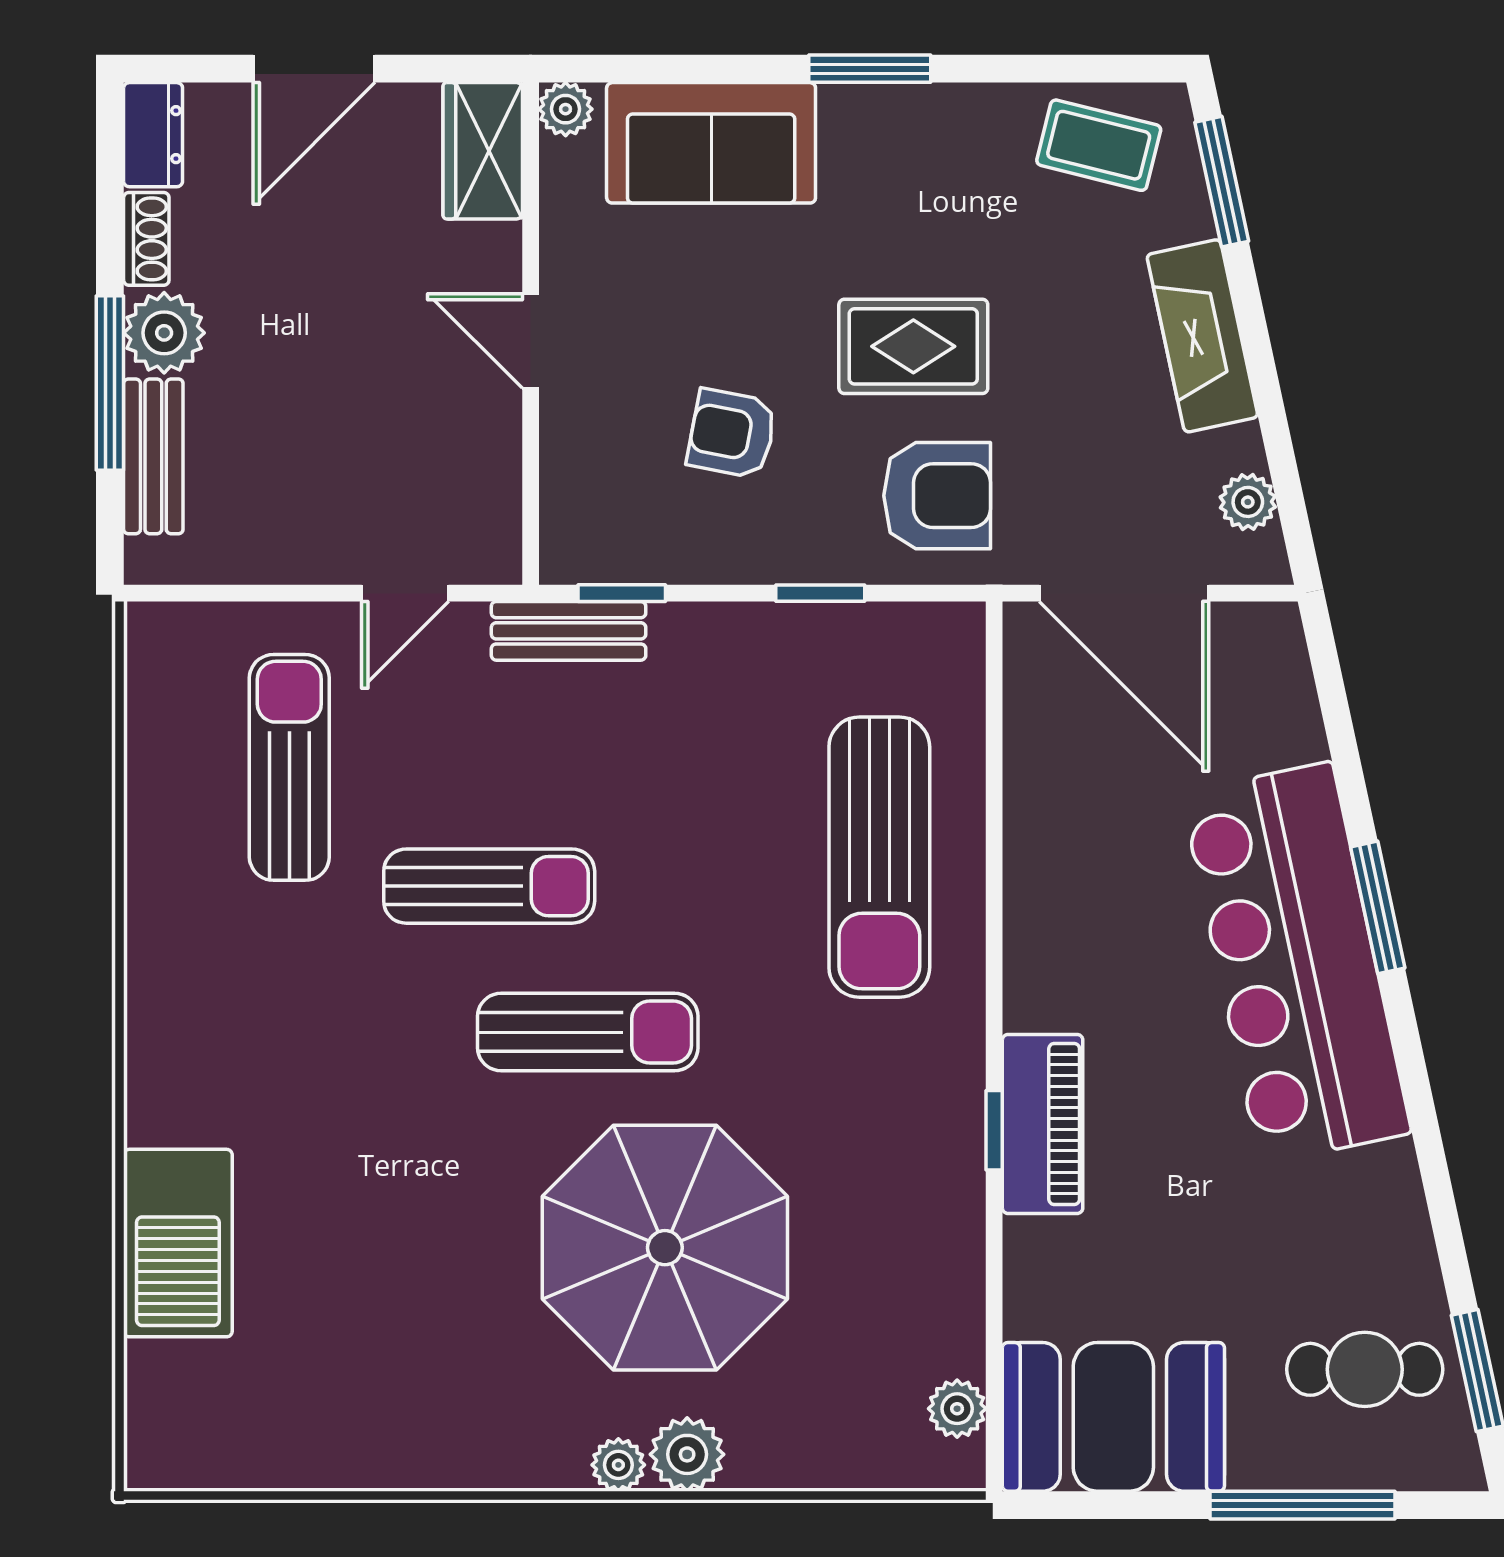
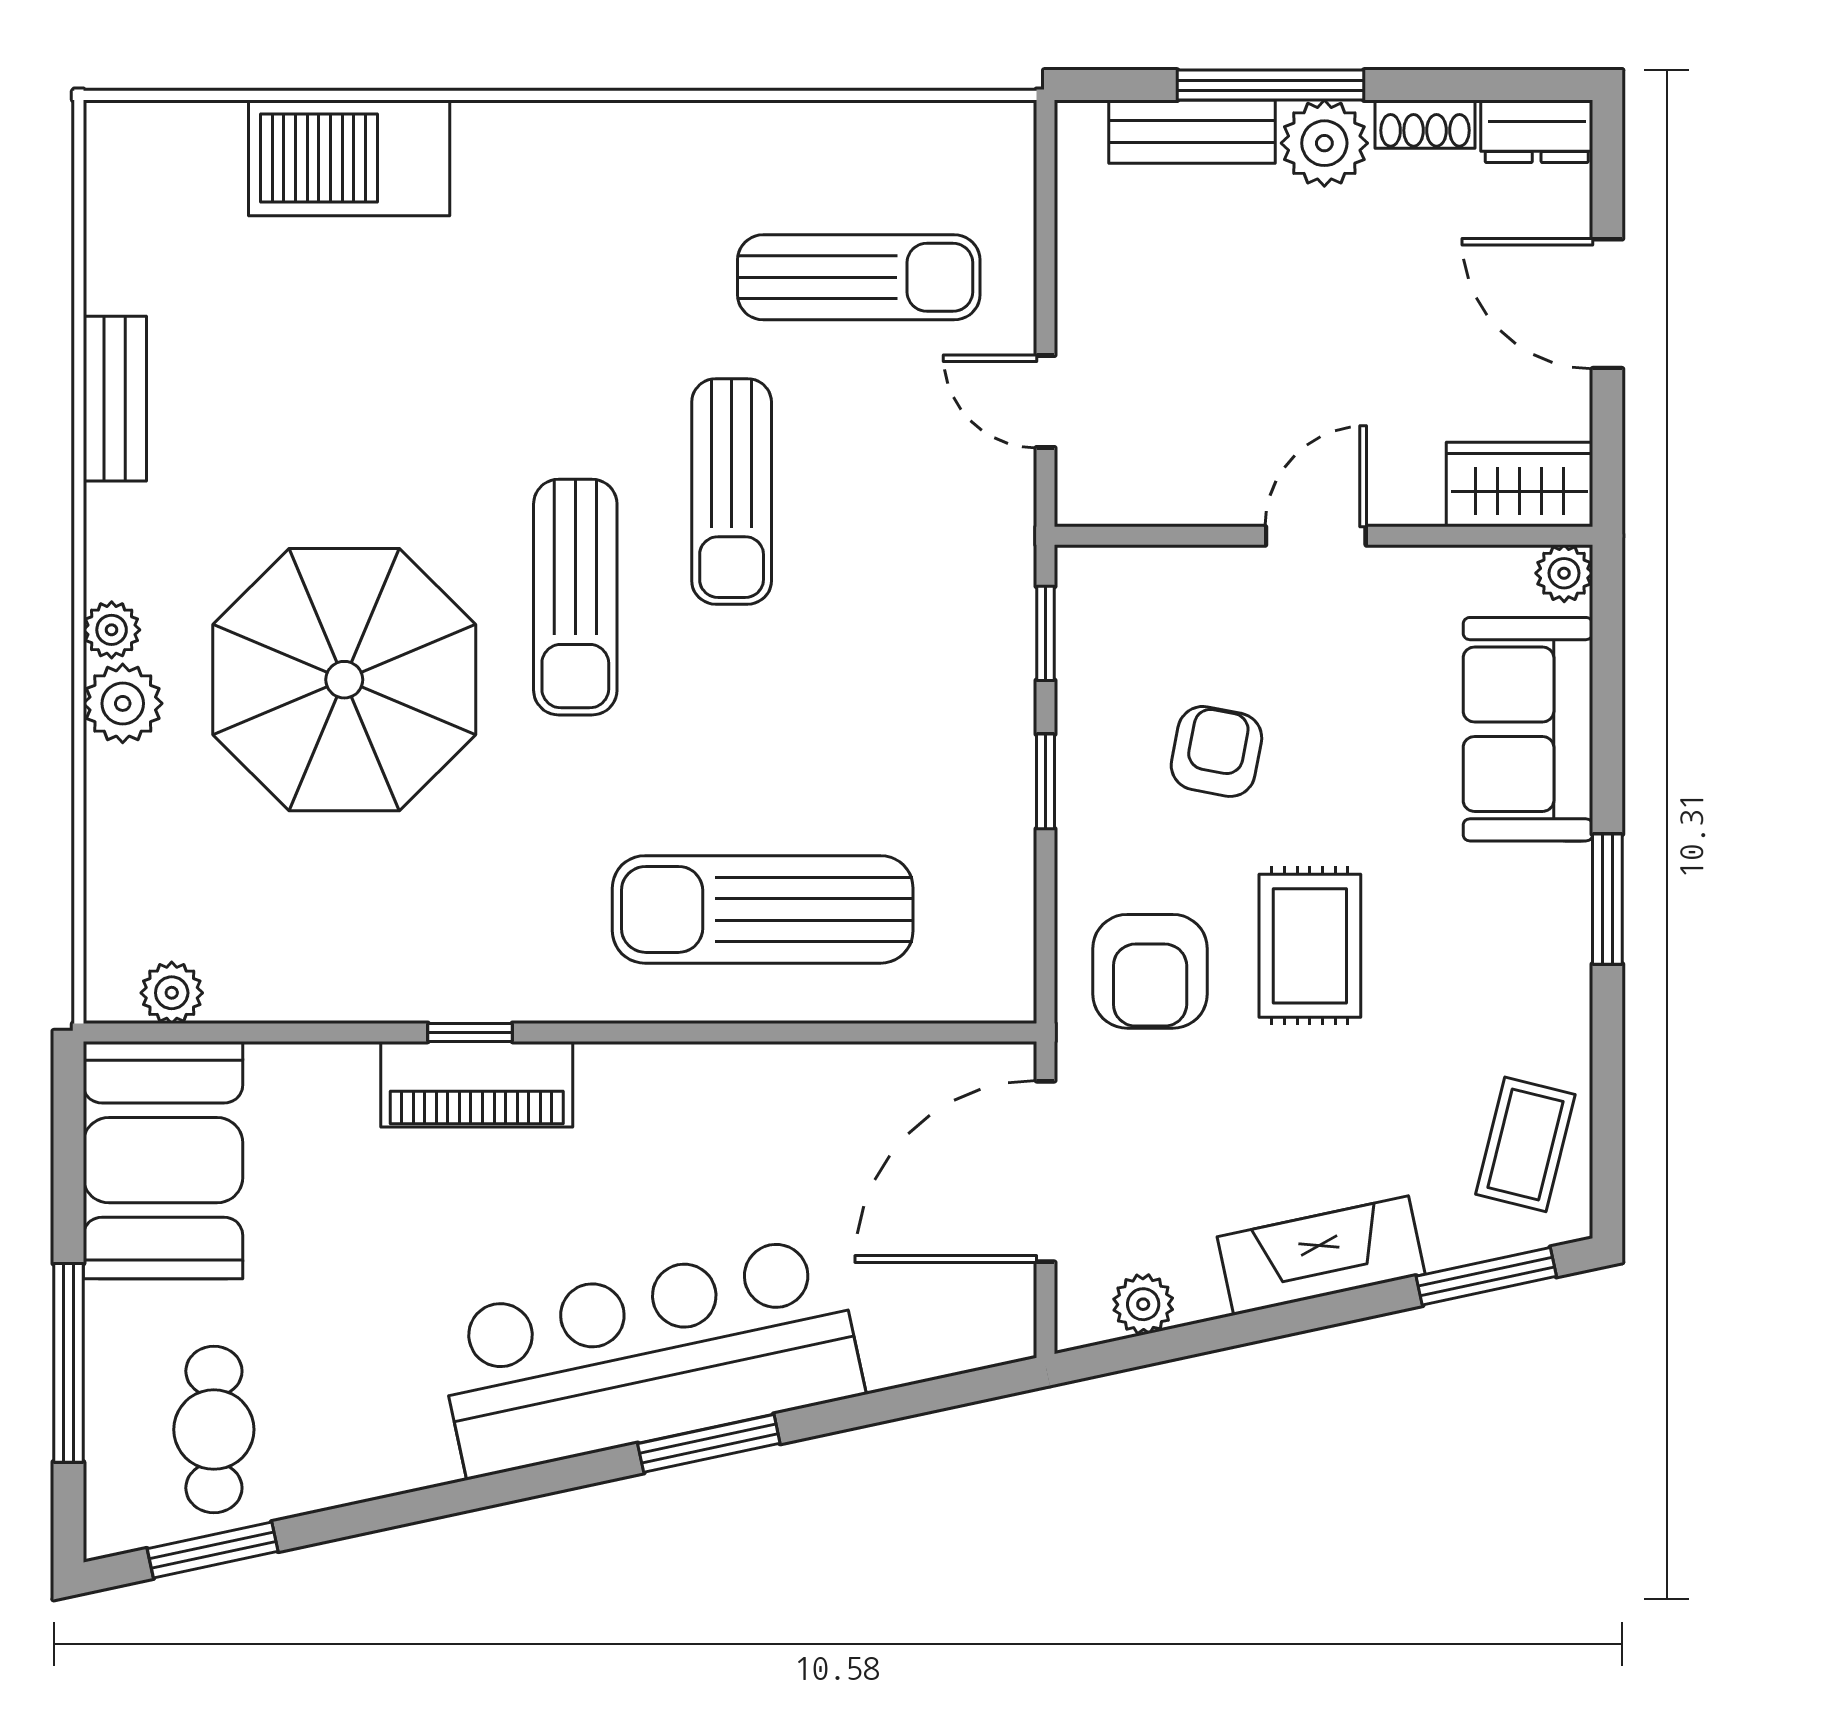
window: (820, 593) -> (1045, 781), moved
bench: (569, 631) -> (115, 399), moved

